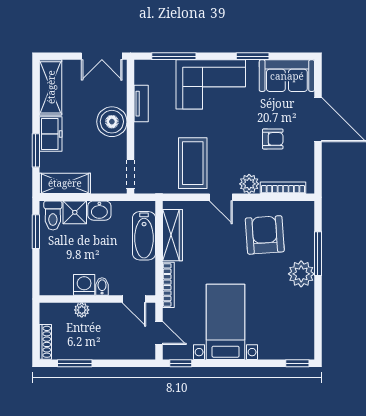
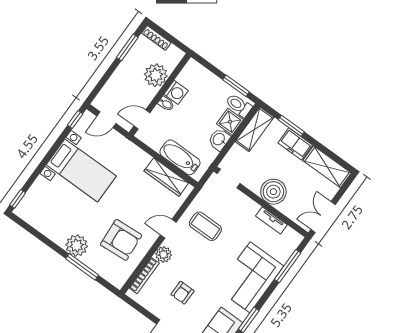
coffee table: (193, 163) -> (205, 226), width x0.73, depth x0.76
bookcase: (168, 285) -> (134, 150), removed
plant: (82, 310) -> (156, 75), width x1.87, depth x1.87

